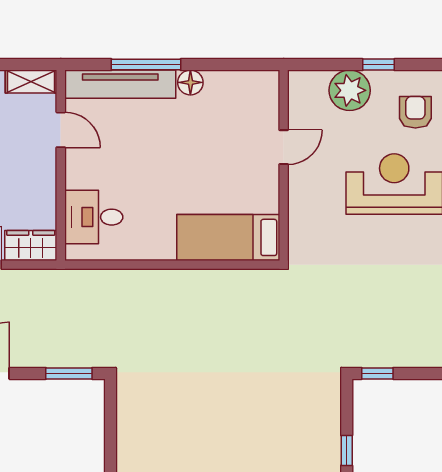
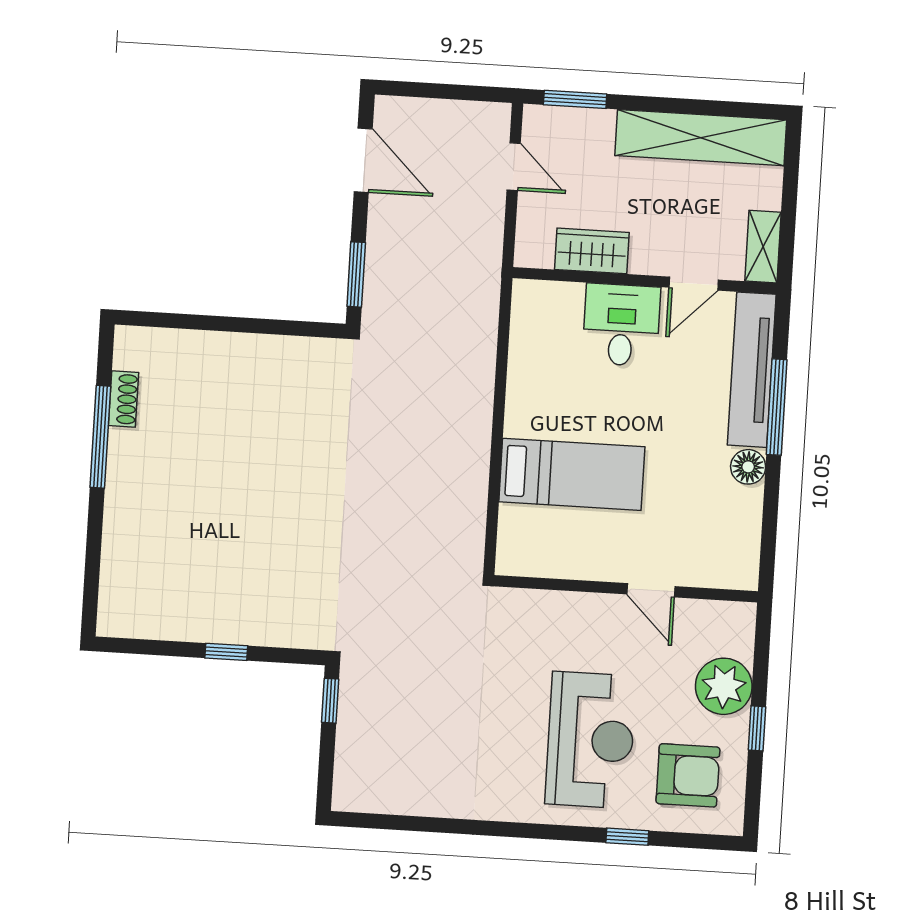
armchair: (415, 112) -> (688, 775), width x1.38, depth x1.38
desk: (94, 217) -> (621, 325), moved
bed: (228, 237) -> (572, 474), moved, turned 90
wardrobe: (31, 246) -> (592, 251), moved, turned -90

